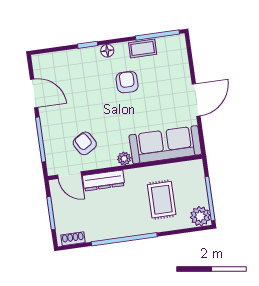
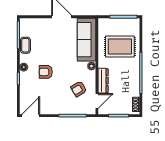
armchair: (127, 82) -> (46, 72), moved
door: (34, 93) -> (31, 116), moved
rug: (162, 200) -> (120, 47), width x1.36, depth x1.43
plant: (200, 216) -> (133, 24), removed

